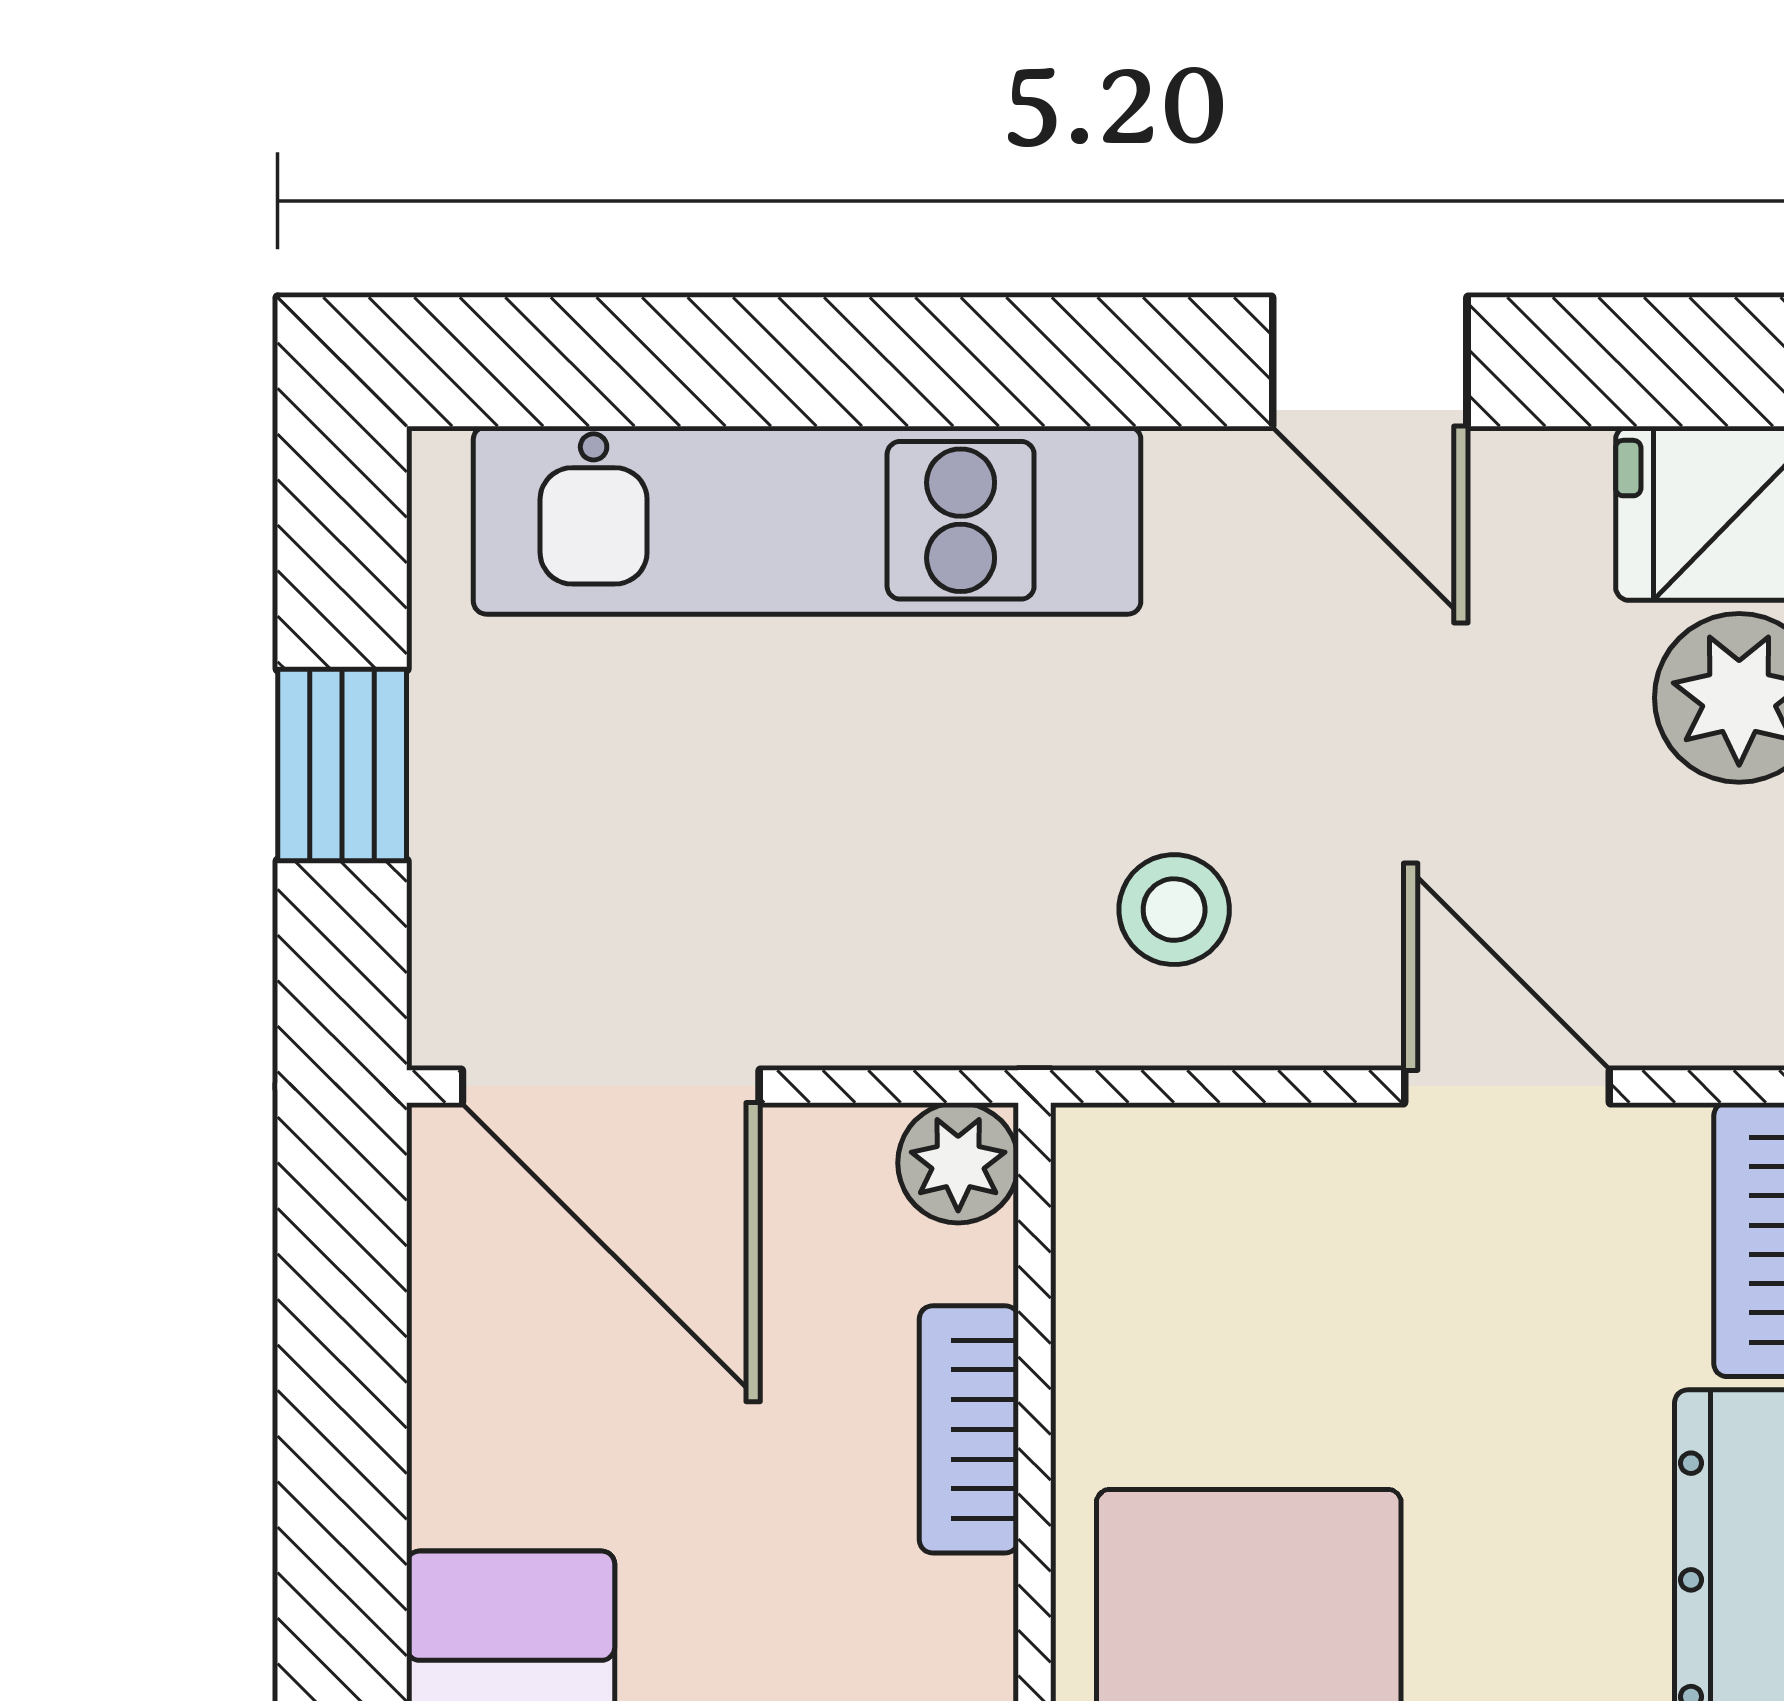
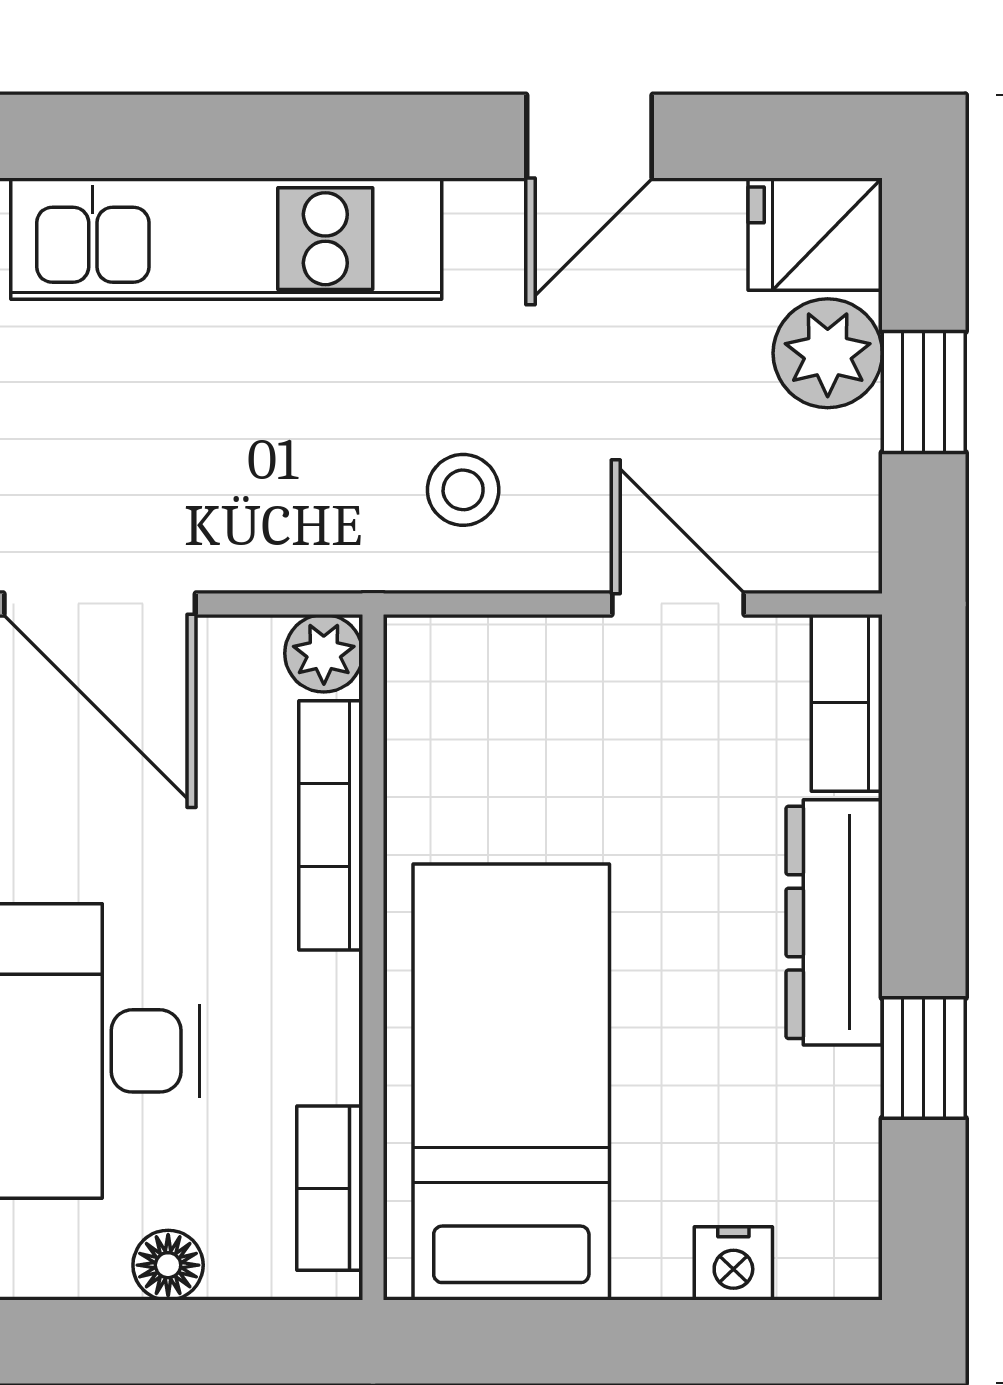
door: (1370, 362) -> (589, 136), hinge flipped
bookcase: (969, 1429) -> (331, 825), width x1.56

